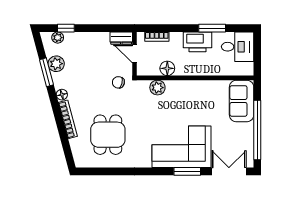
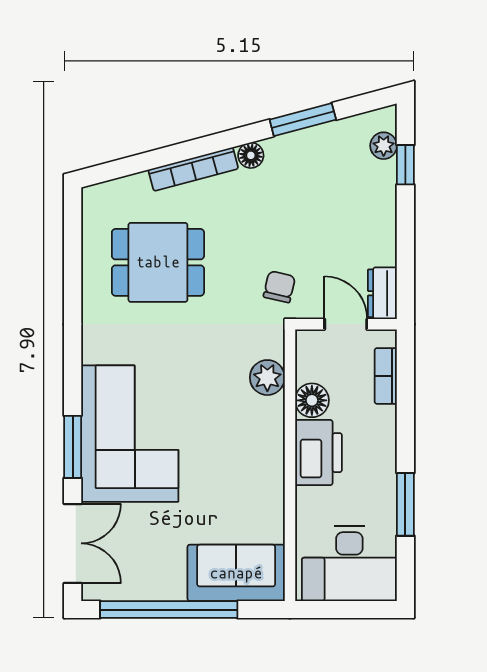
printer: (197, 42) -> (318, 453), moved, turned 180
desk: (238, 47) -> (349, 564), width x1.37
door: (135, 54) -> (346, 324), hinge flipped
plant: (56, 64) -> (323, 142), removed

